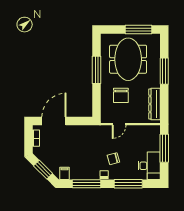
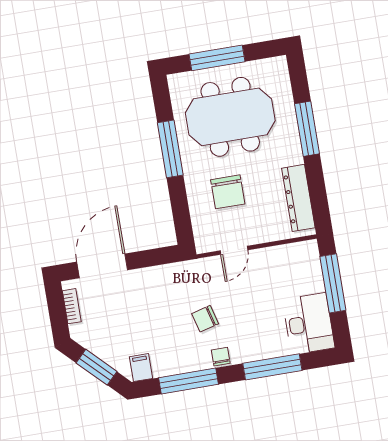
window: (139, 30) -> (217, 58), moved
meeting table: (128, 59) -> (230, 117), turned 90
chair: (113, 159) -> (205, 319), moved

